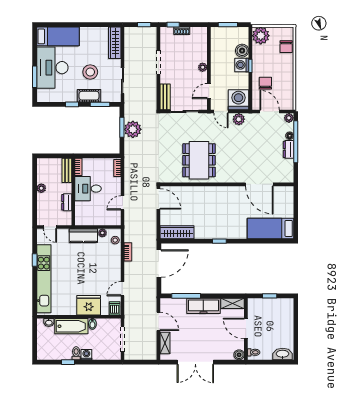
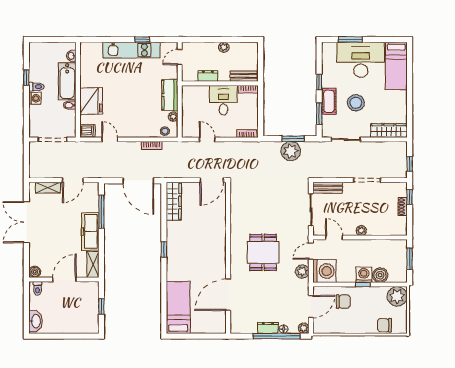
dining table: (199, 160) -> (263, 252), moved, width x0.73
kitchen unit: (44, 279) -> (131, 50), width x0.73

